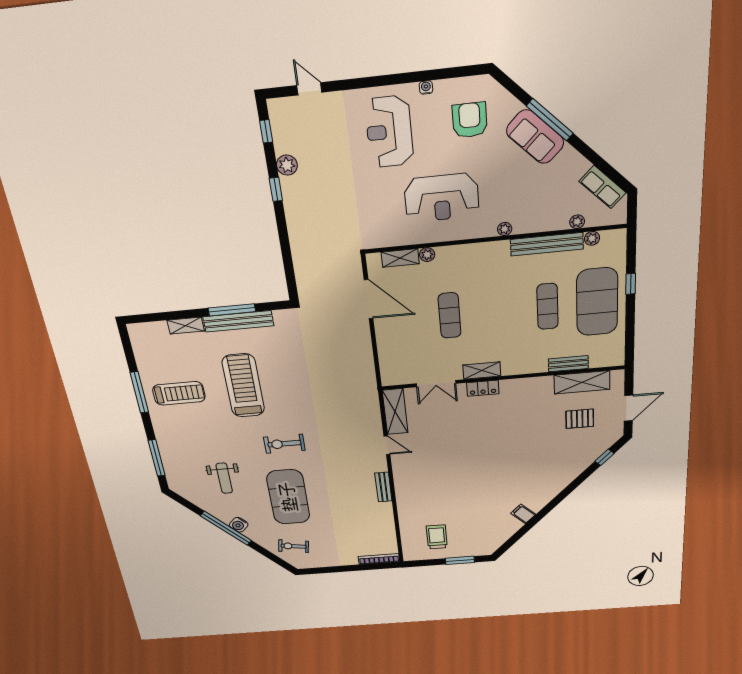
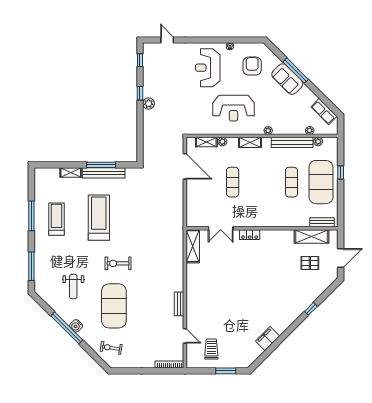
plant: (287, 165) -> (149, 103), moved
bench: (568, 364) -> (322, 222), moved
shelving: (482, 370) -> (250, 142), moved
treadmill: (179, 393) -> (57, 219), turned -90
door: (387, 445) -> (185, 336), moved
window: (605, 457) -> (311, 309), moved
filing cabinet: (523, 514) -> (268, 339), width x2.00

